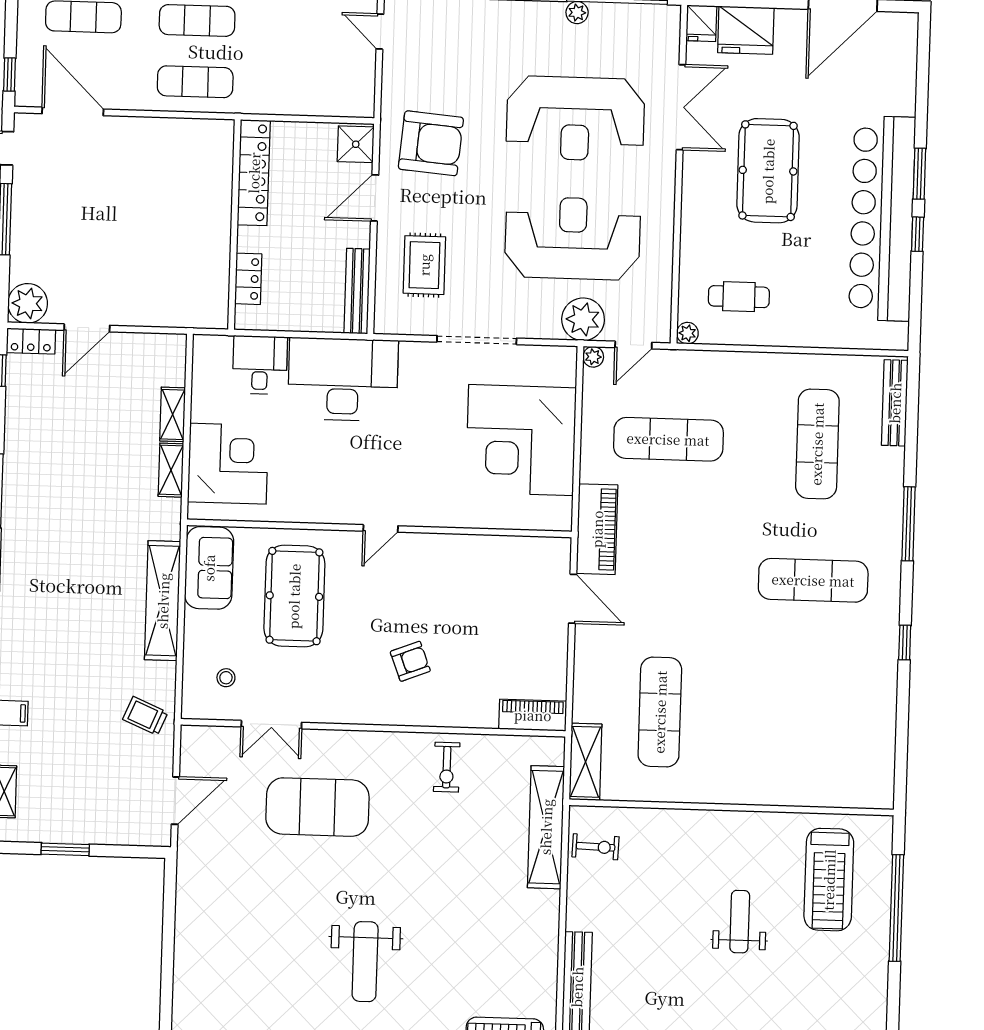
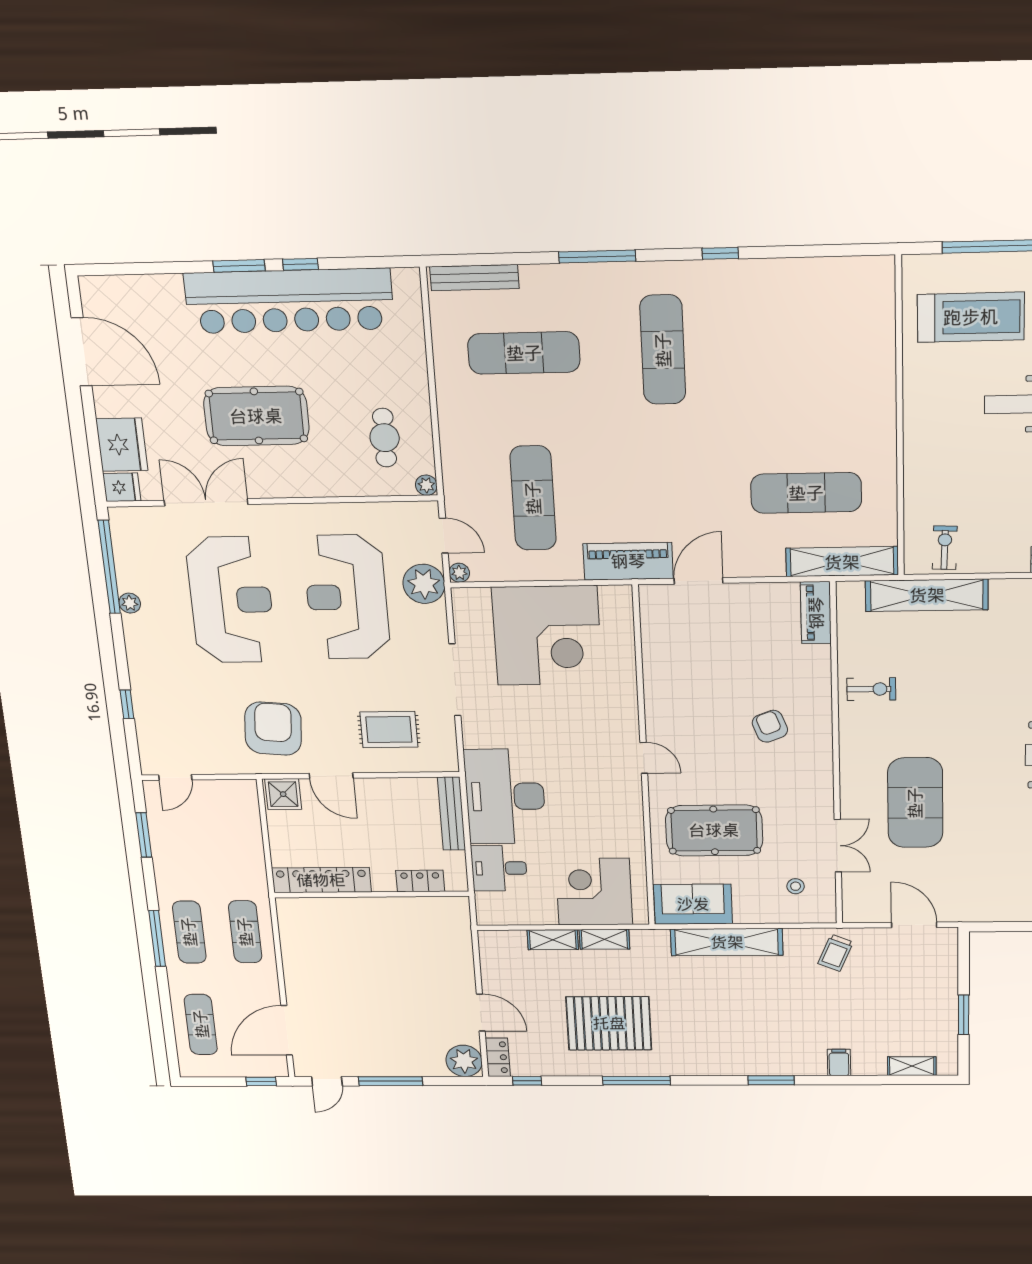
bench: (357, 291) -> (451, 814), moved, turned 90
pallet: (69, 466) -> (609, 1023), added
shelving: (585, 762) -> (842, 562), width x1.47

